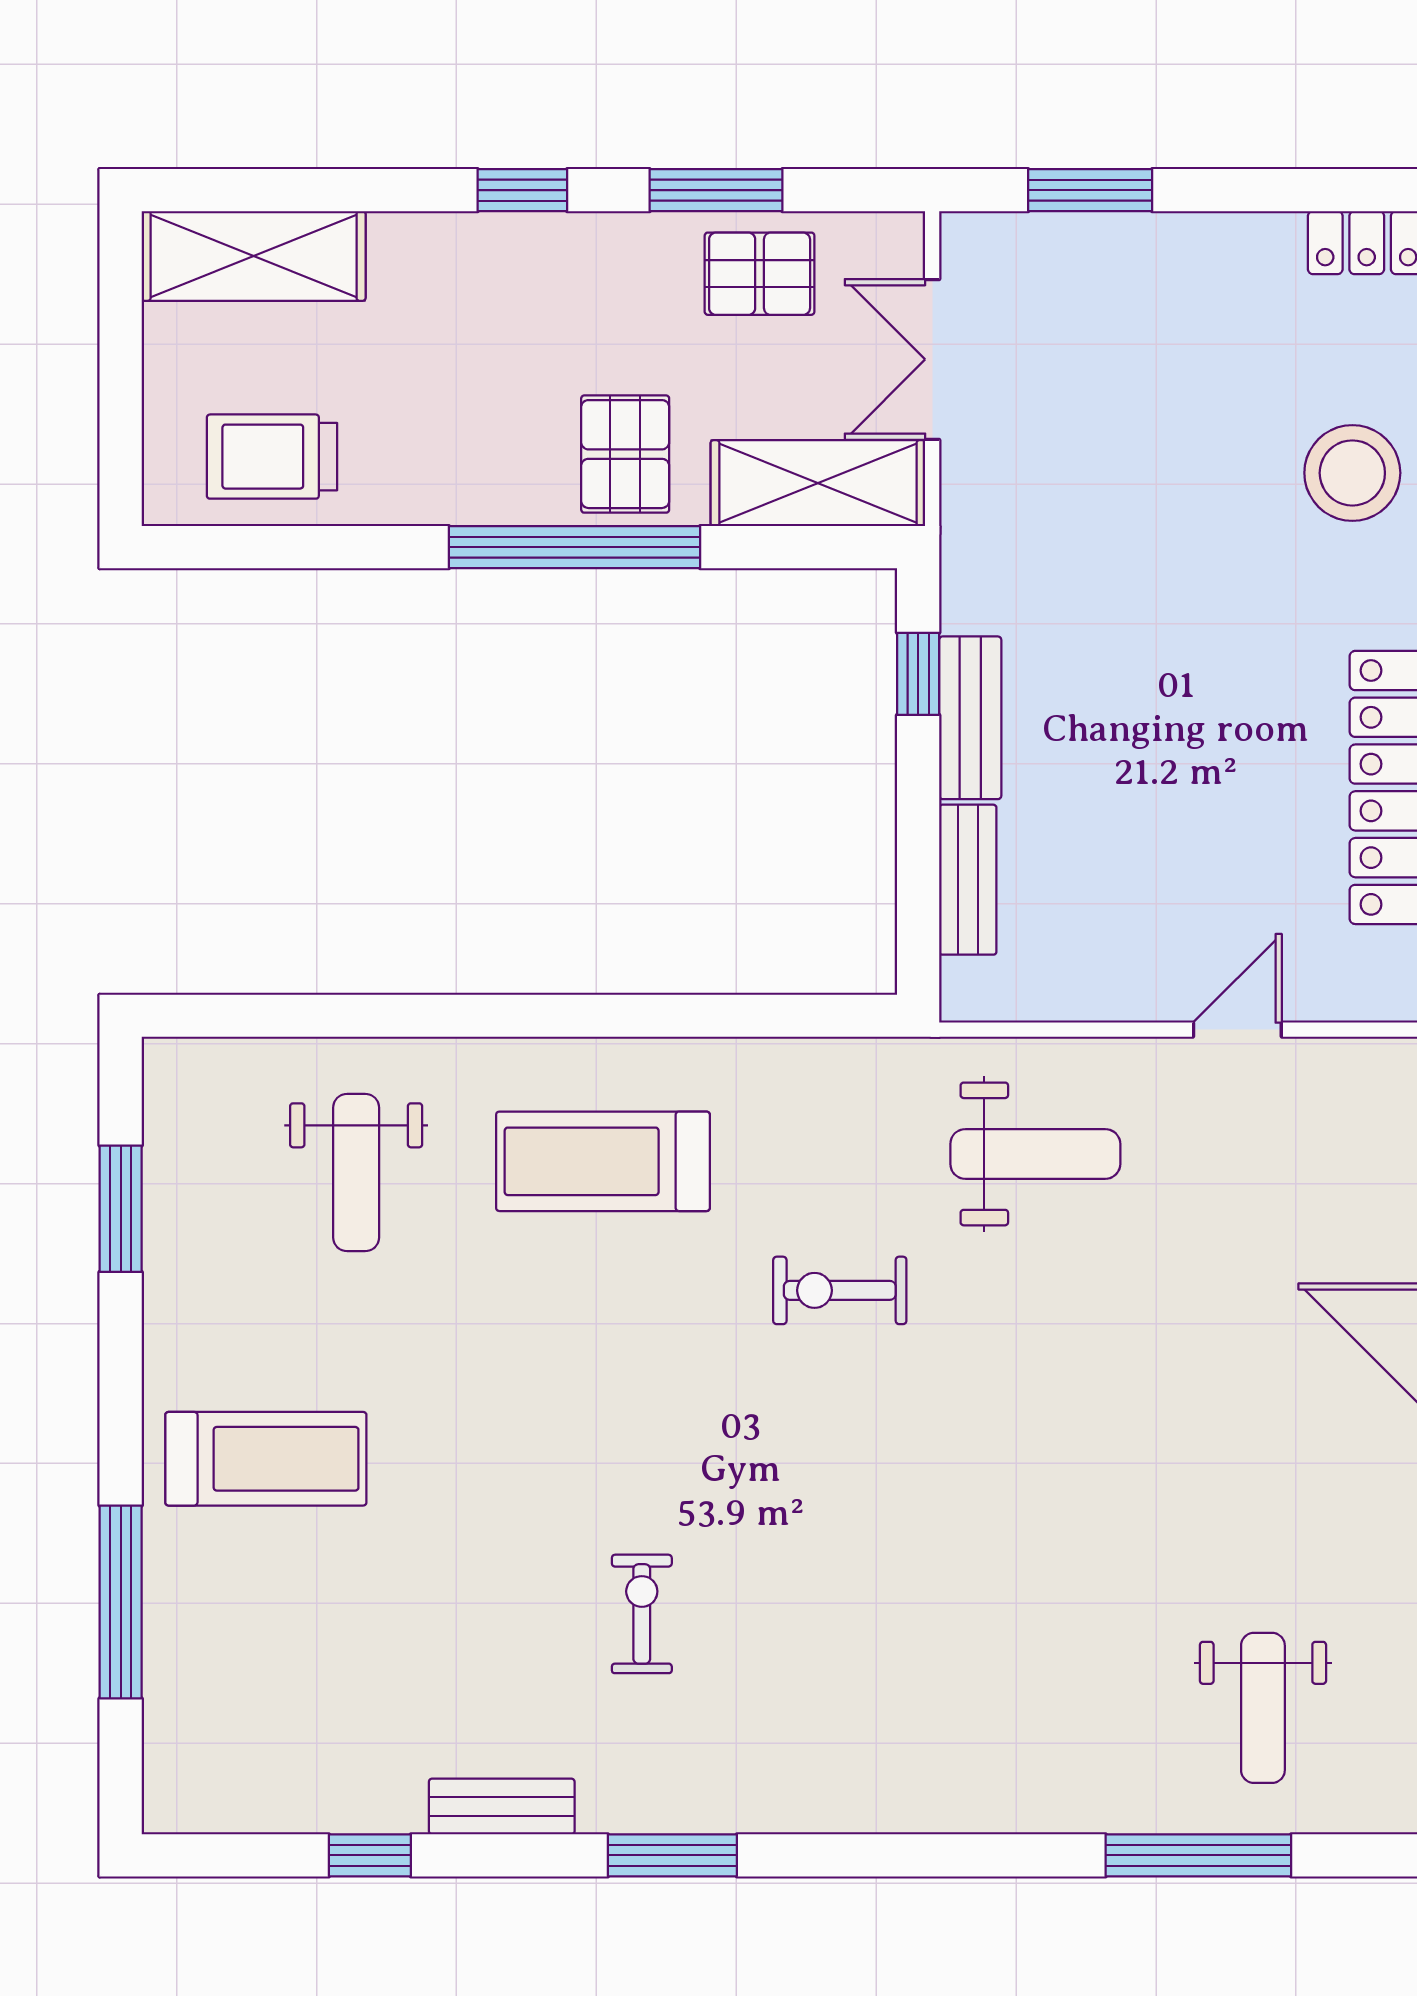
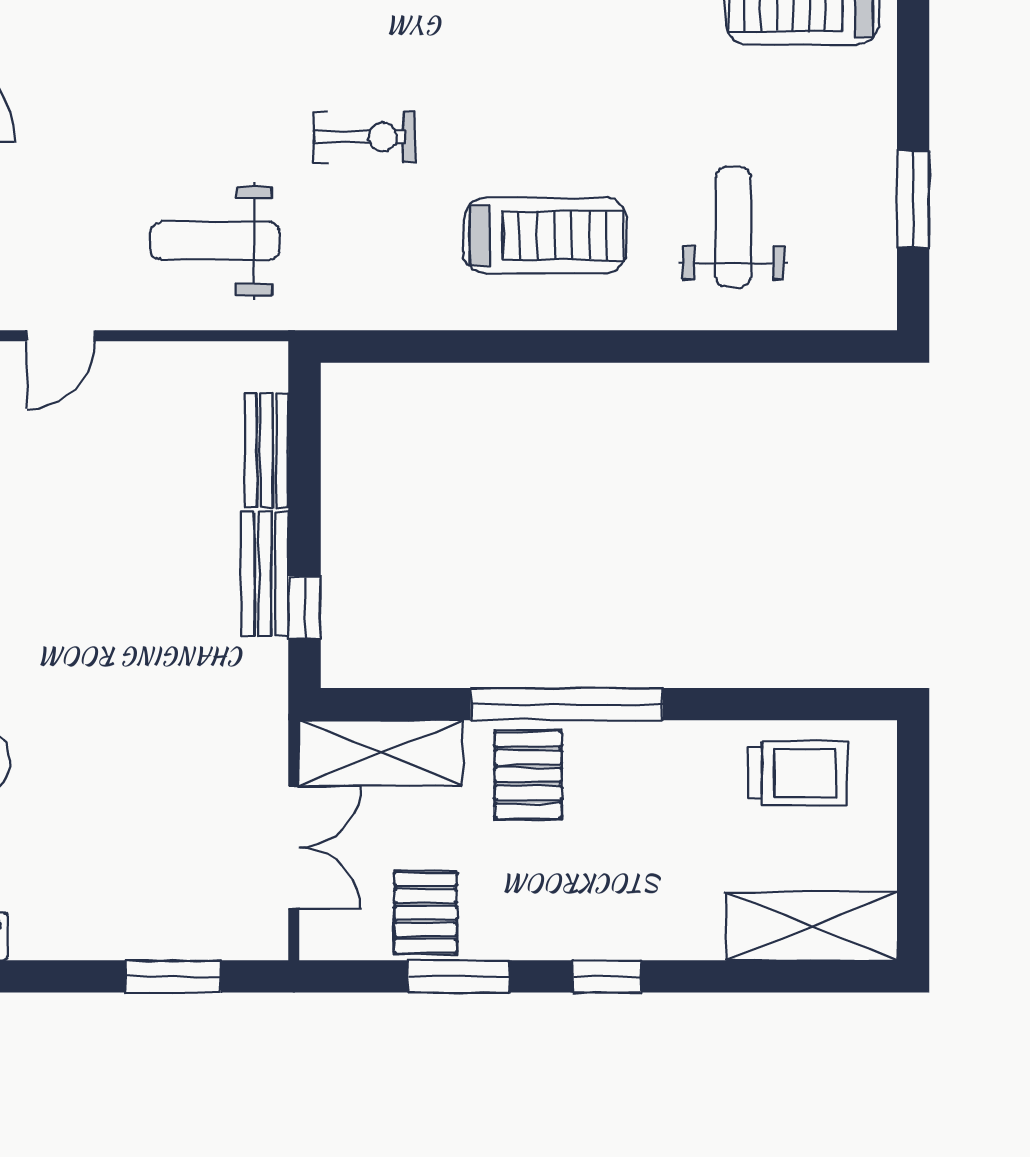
pallet: (760, 274) -> (426, 913), turned 90

